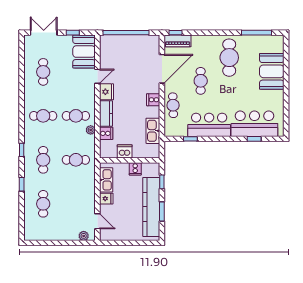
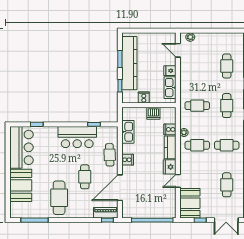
bar counter: (254, 124) -> (21, 147), moved, turned -90

